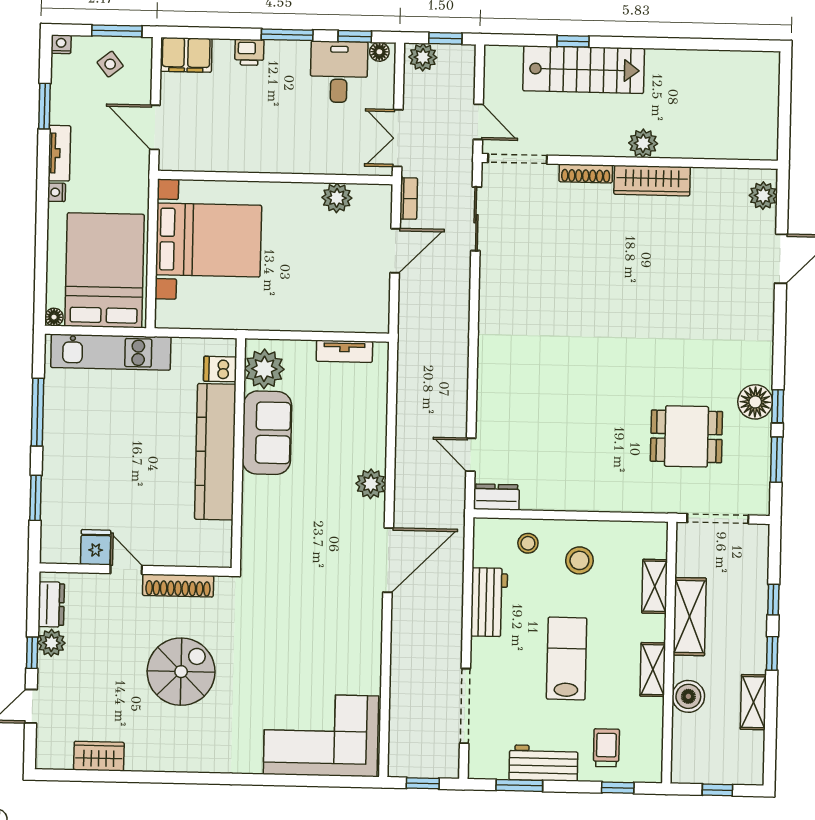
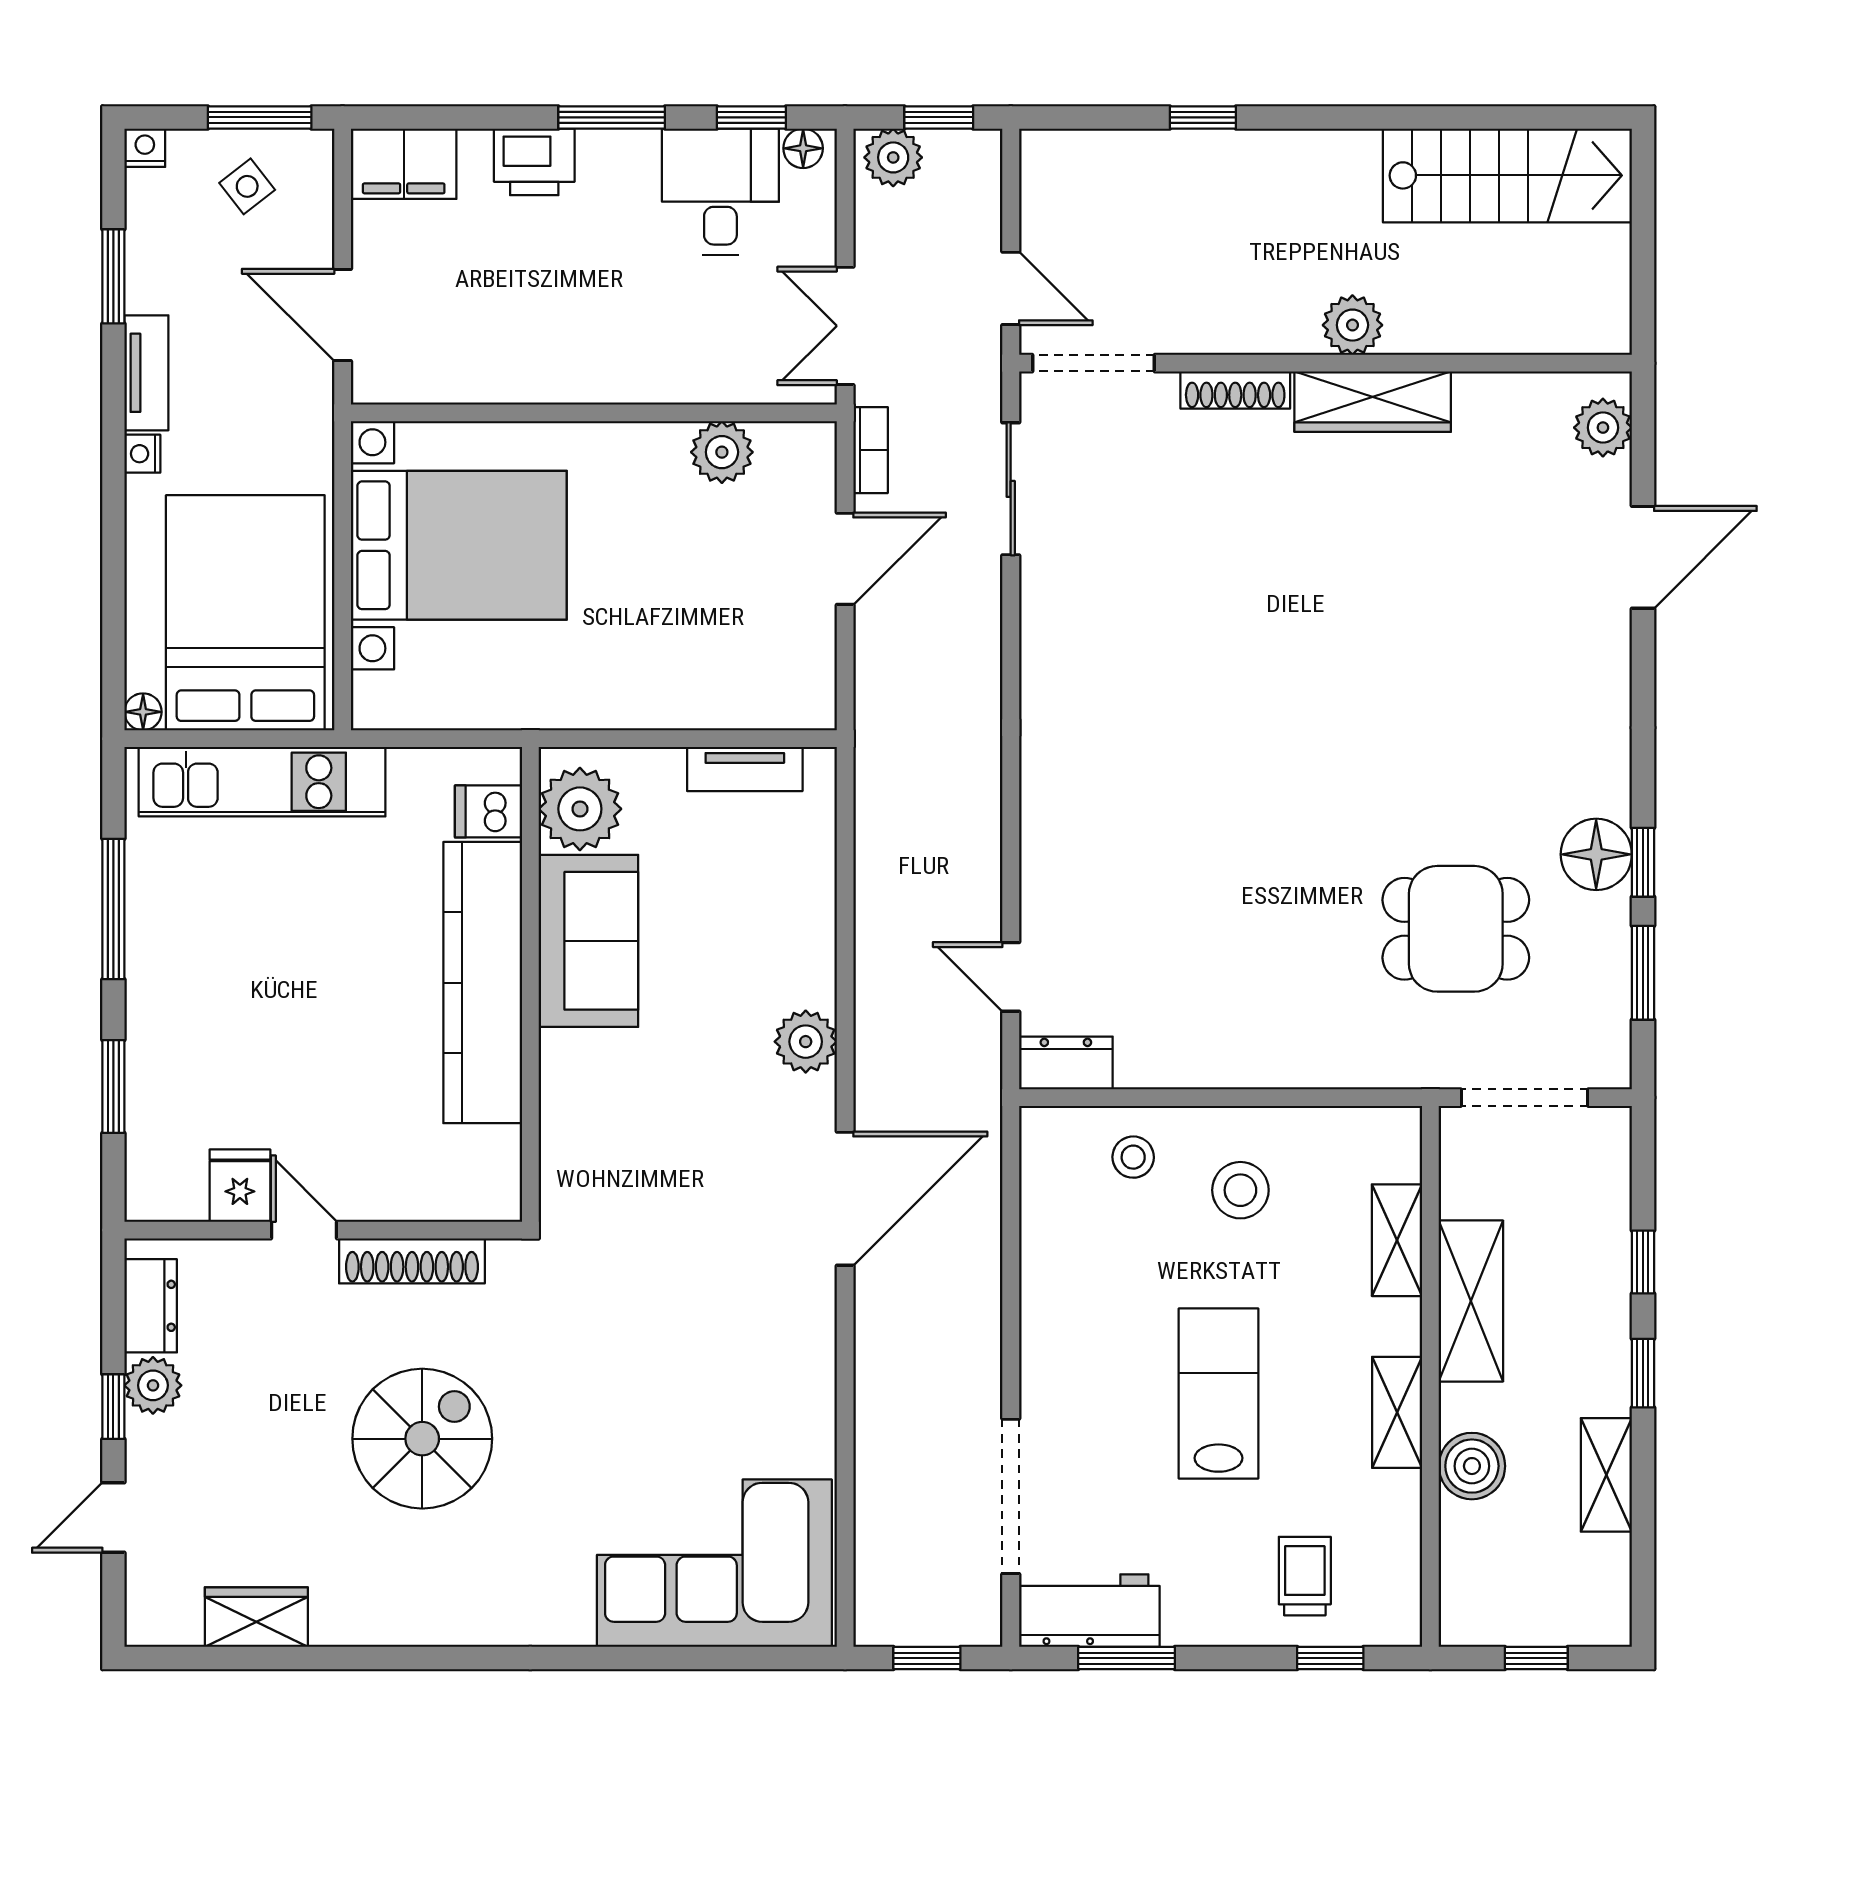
printer: (249, 52) -> (534, 162), width x1.36, depth x1.24
stairs: (584, 70) -> (1507, 175), moved
workbench: (489, 602) -> (1056, 1281), removed
workbench: (543, 763) -> (1089, 1611), moved

